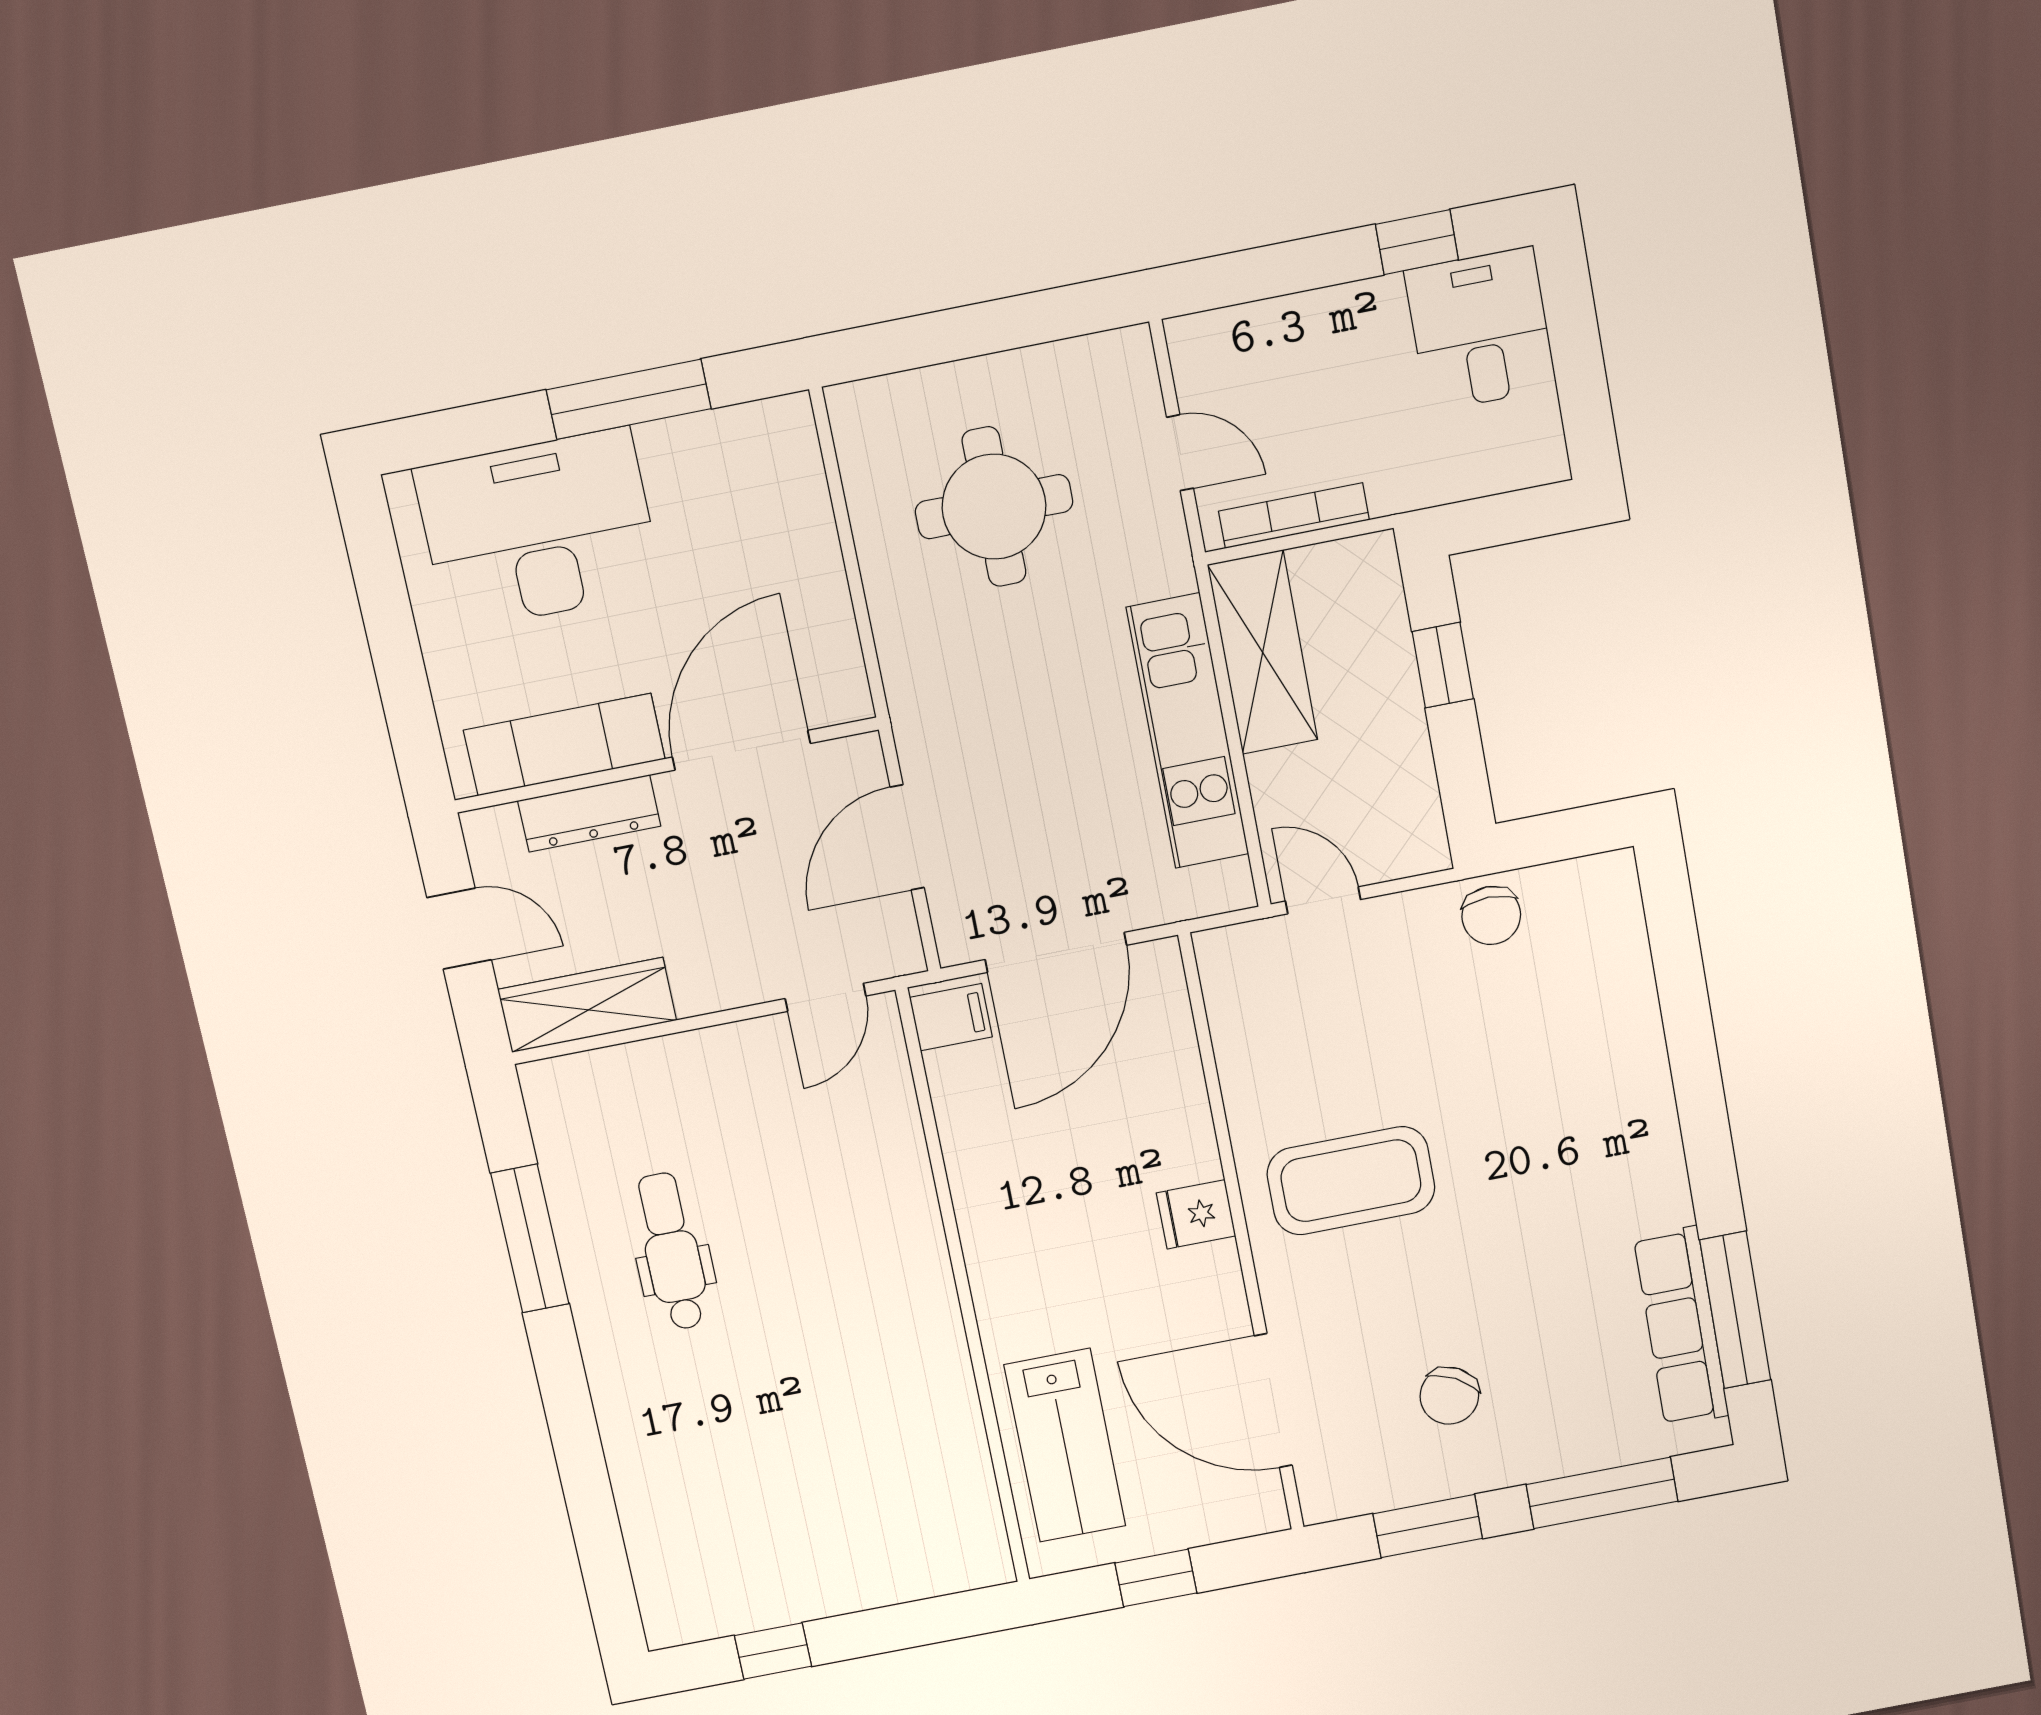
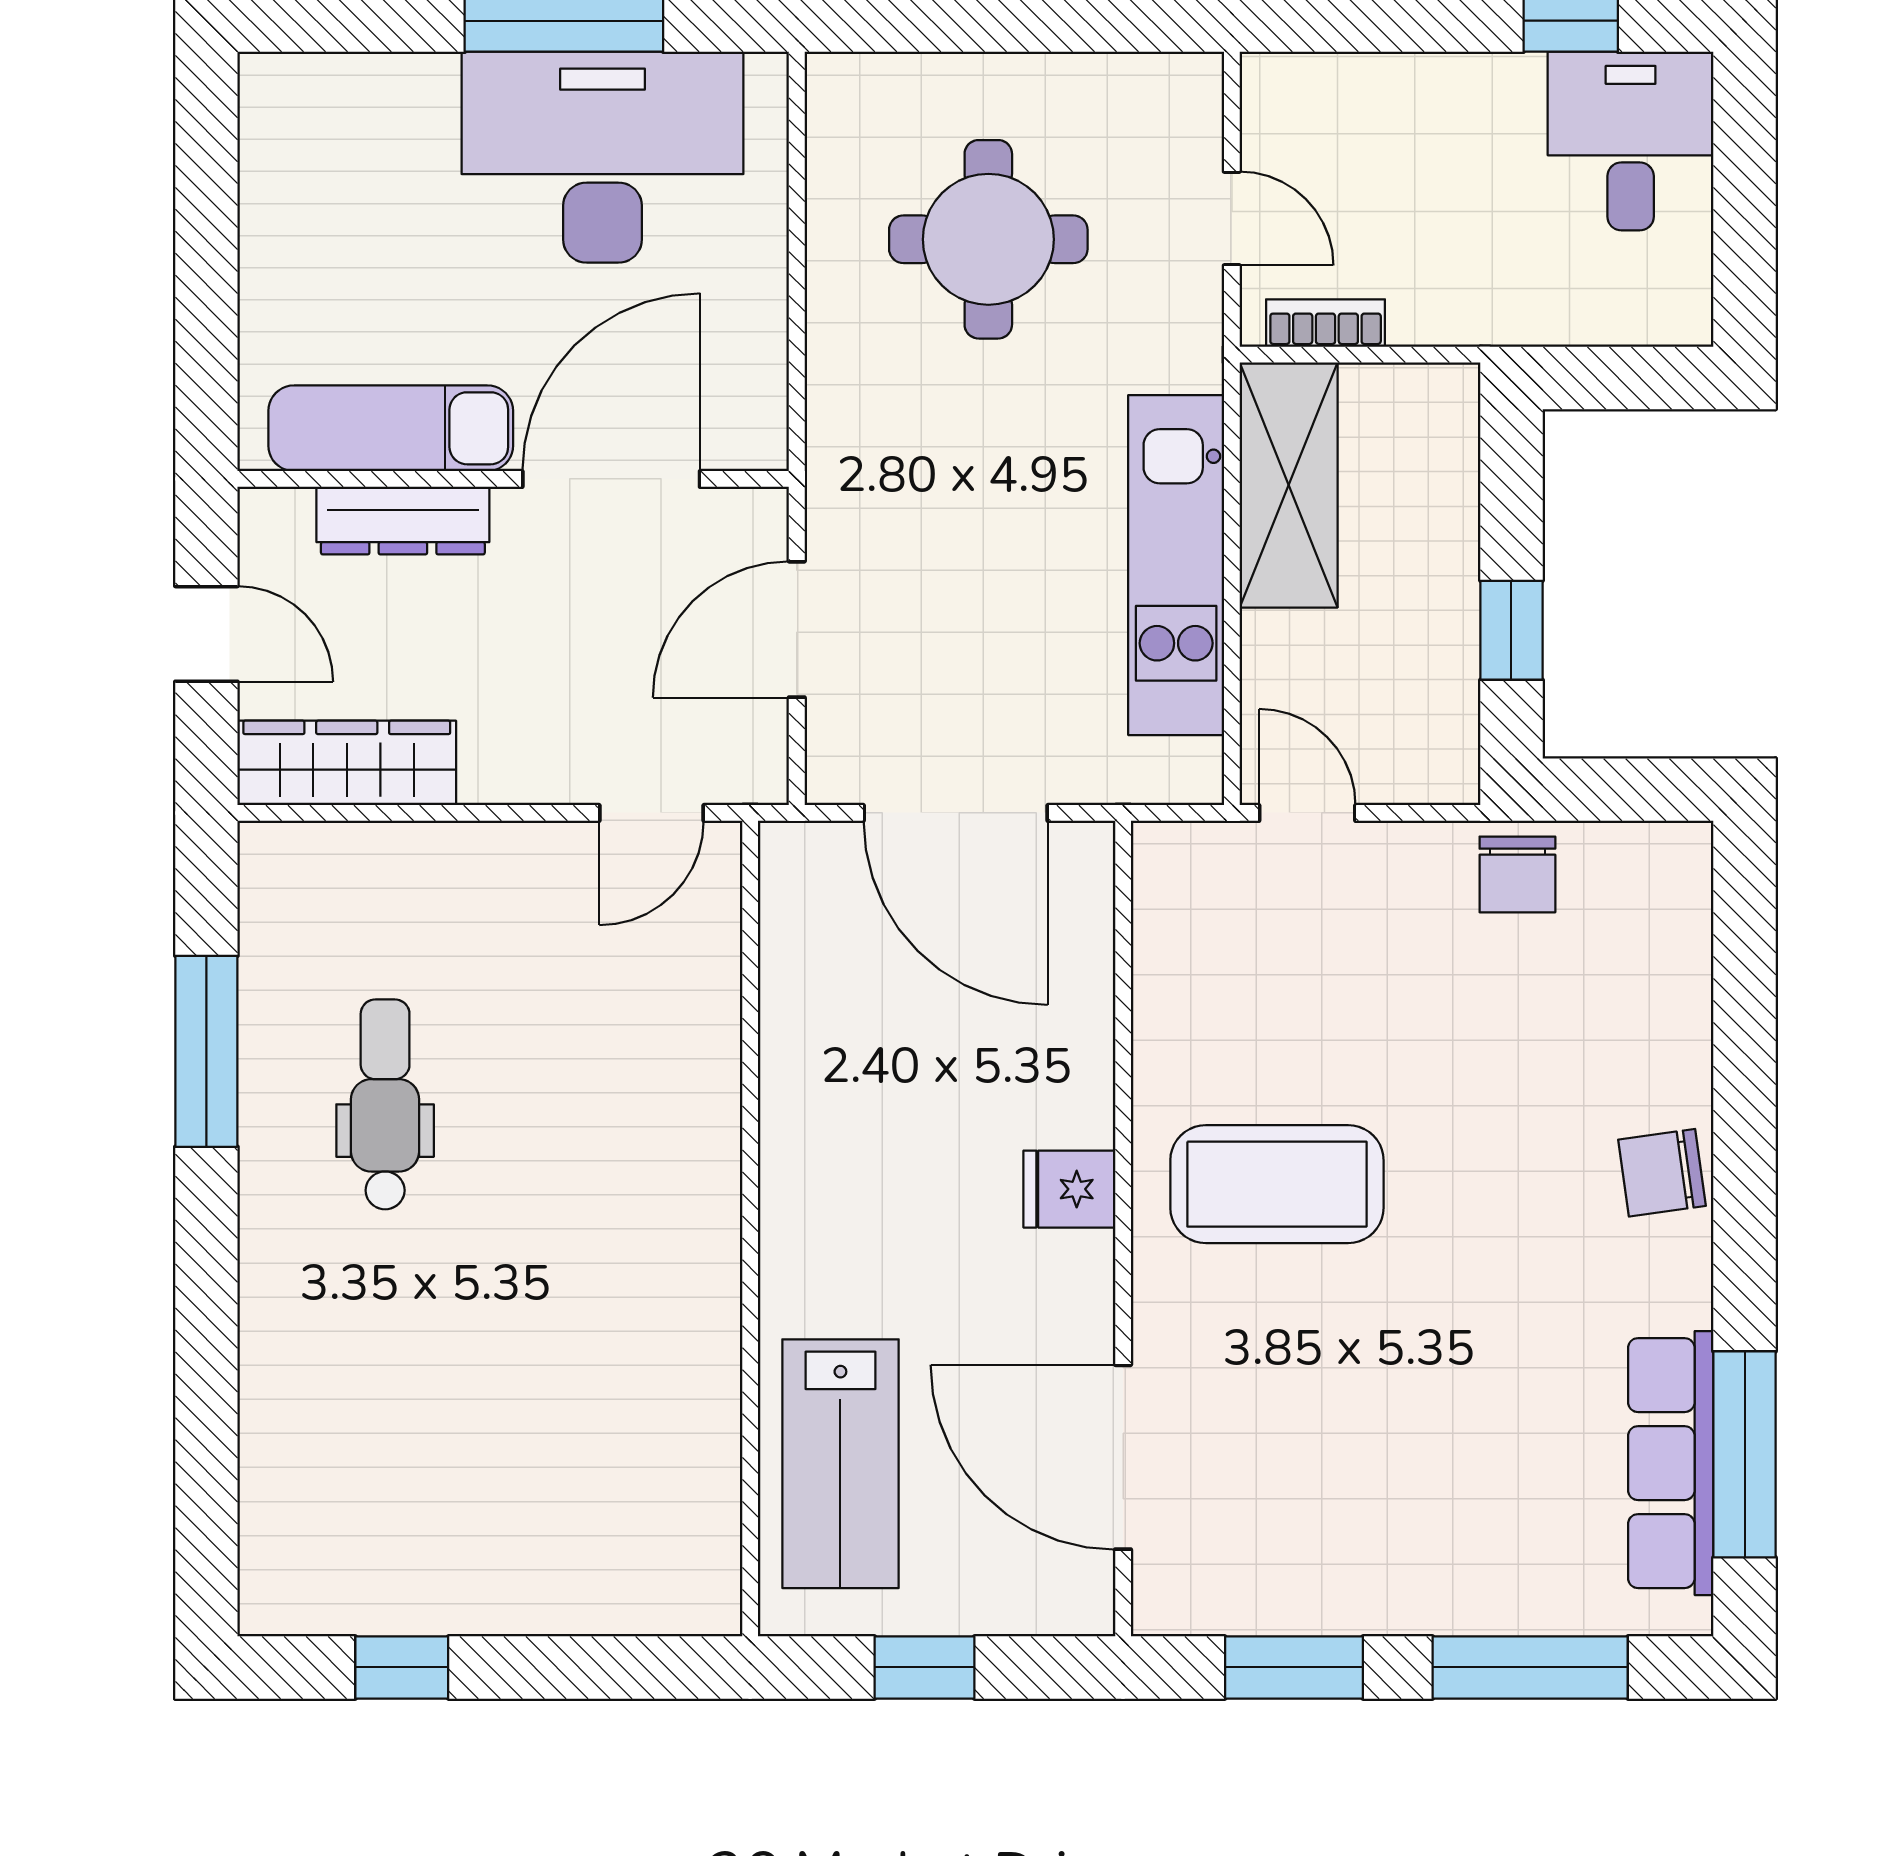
bookcase: (1294, 516) -> (1326, 323), width x0.64
desk: (538, 530) -> (602, 157), moved
window: (1443, 665) -> (1511, 630), moved
door: (1056, 952) -> (956, 813), hinge flipped
filing cabinet: (951, 1017) -> (806, 870), removed
chair: (1449, 1396) -> (1662, 1173), moved, turned 53

